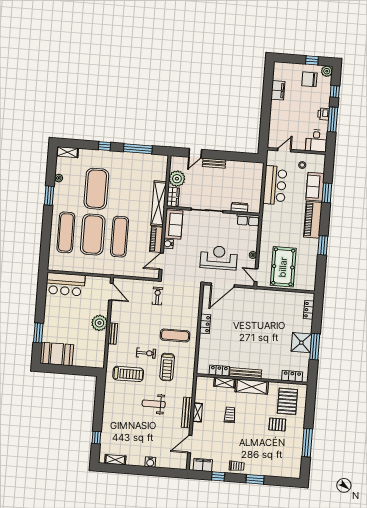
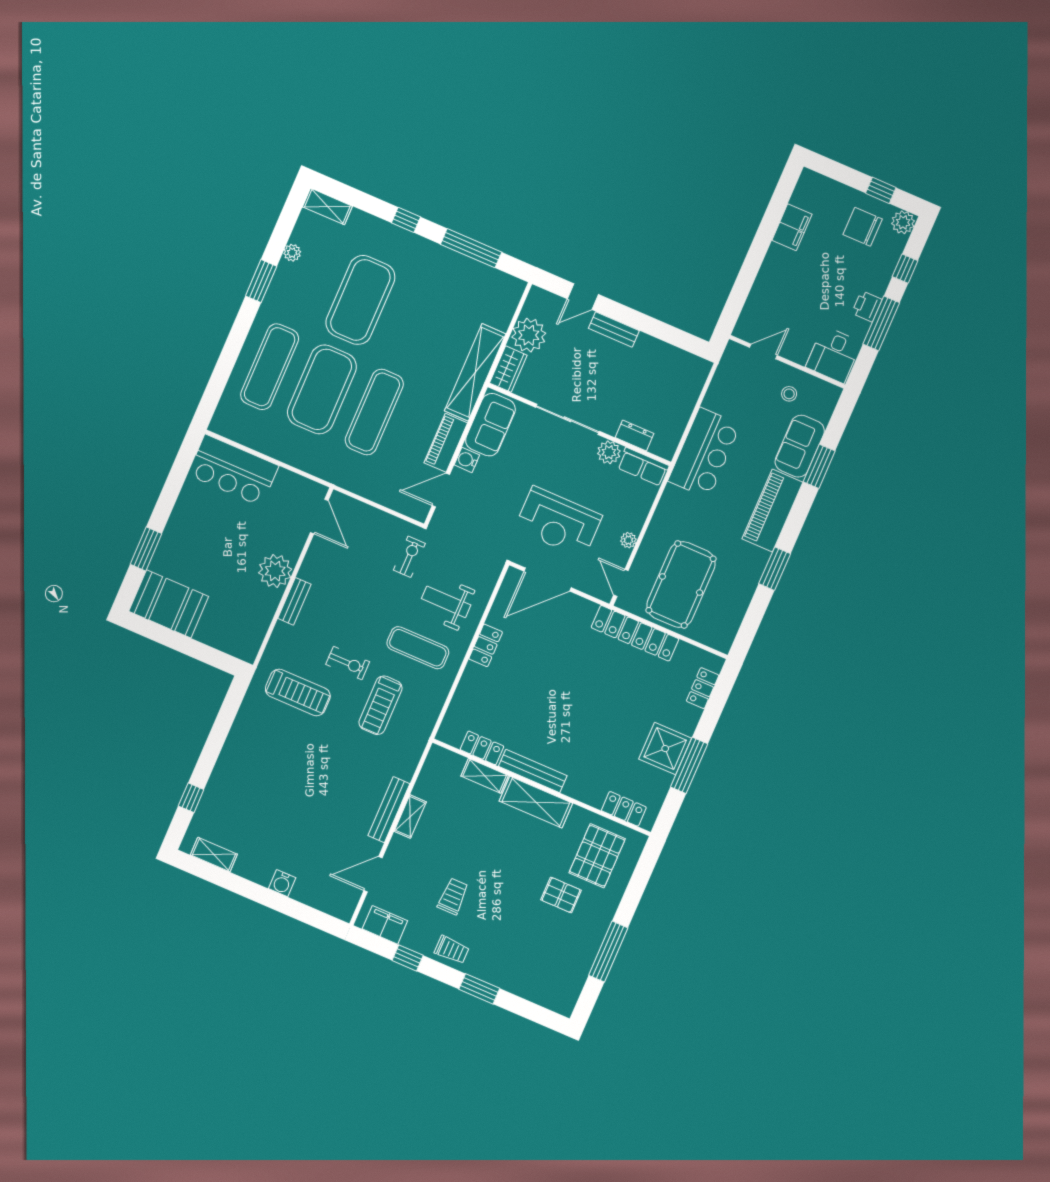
bar counter: (275, 185) -> (704, 453), moved
plant: (231, 219) -> (609, 452), added
reception desk: (219, 258) -> (558, 522), turned 180
locker: (270, 296) -> (635, 633), added
weight bench: (154, 404) -> (446, 602), moved
trolley: (230, 415) -> (453, 896), moved

